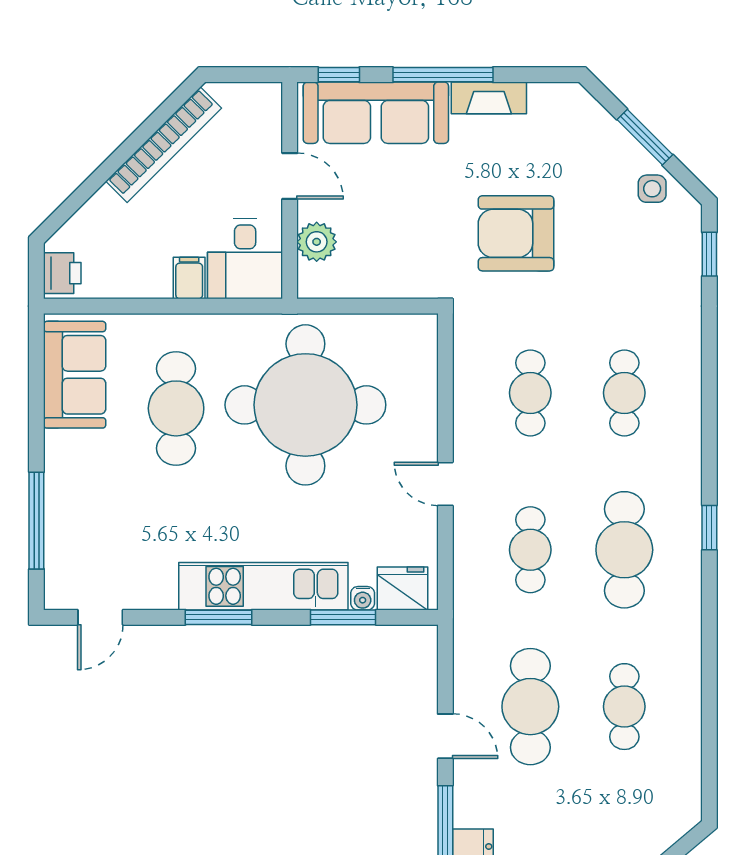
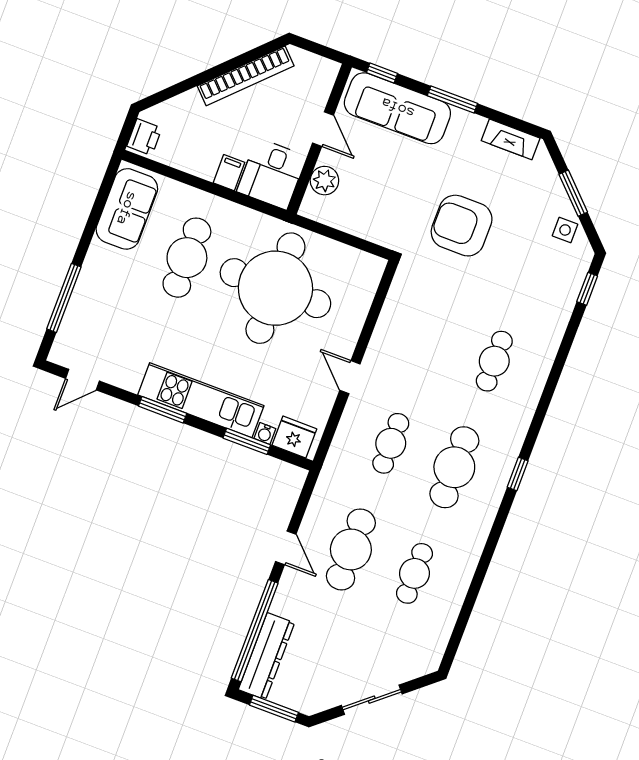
window: (443, 75) -> (452, 100), width x0.69
fireplace: (489, 98) -> (511, 139), moved
cafe table: (530, 393) -> (431, 337), removed

